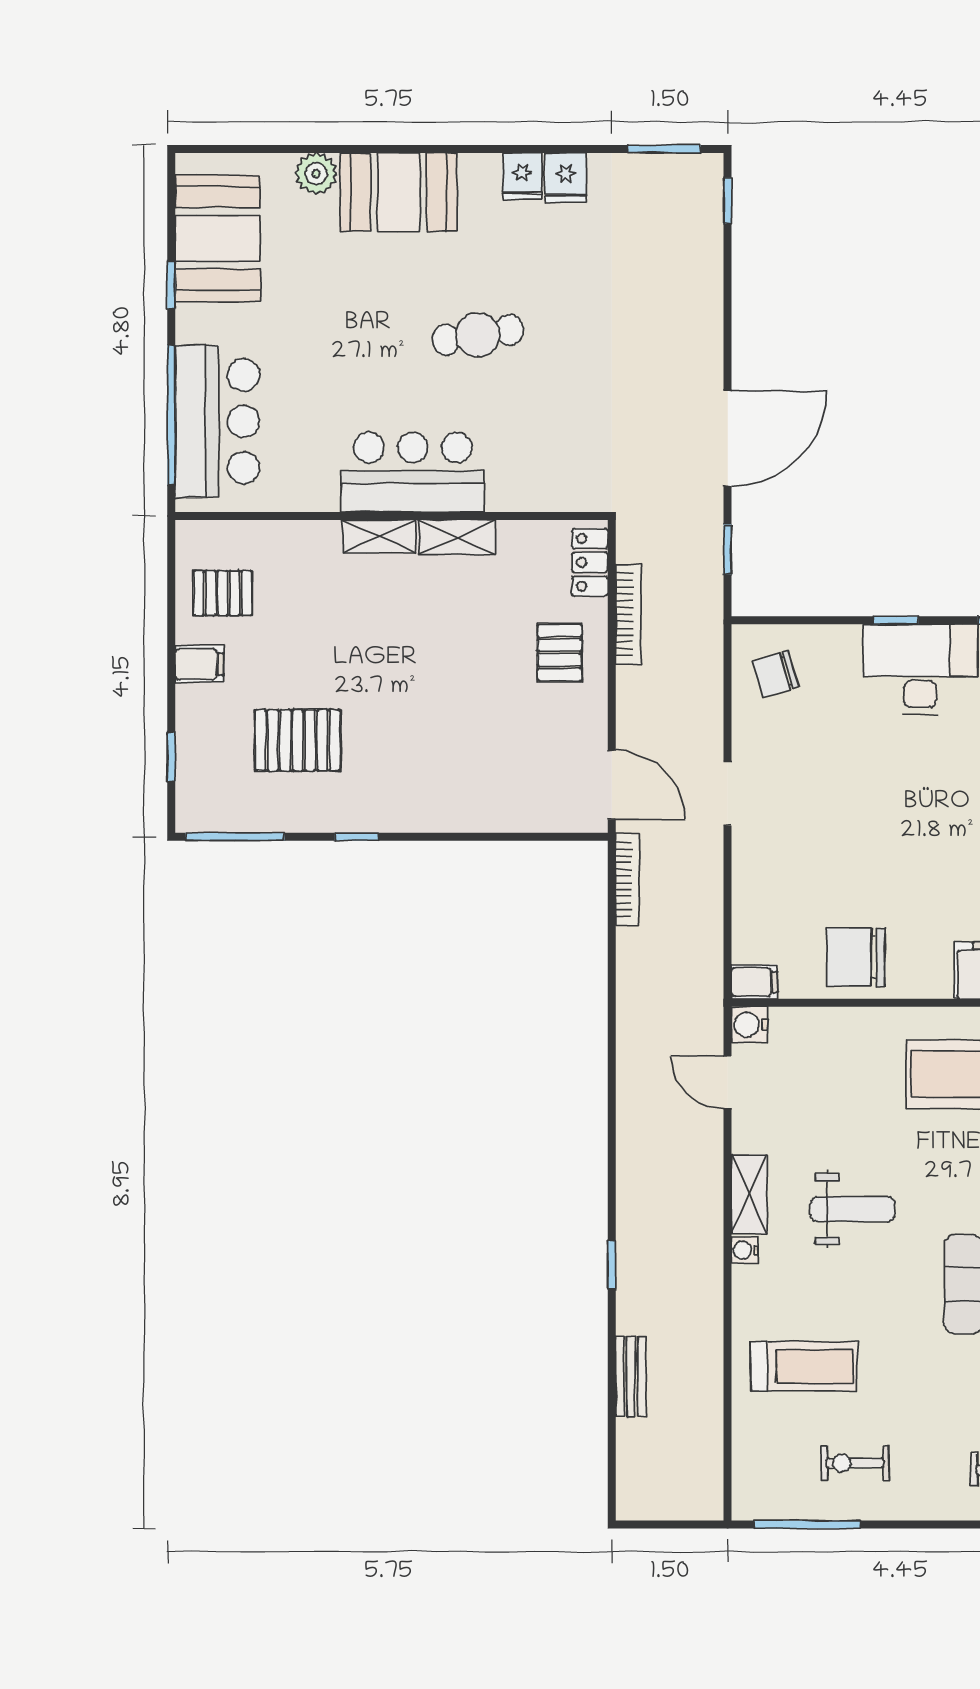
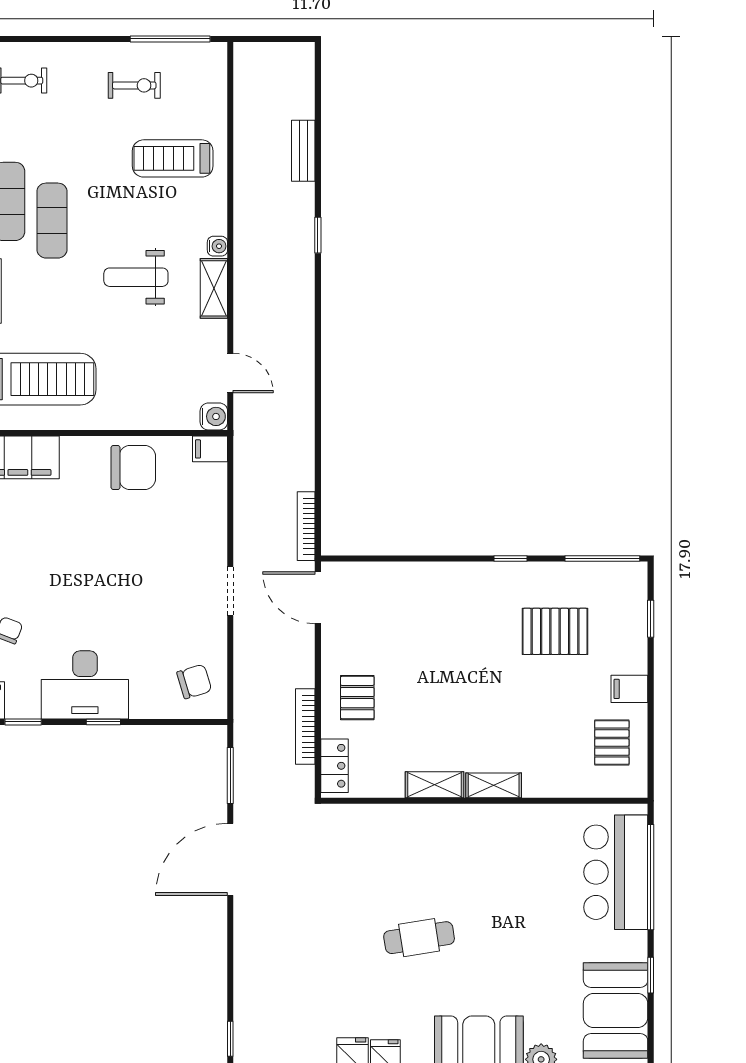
bar counter: (413, 472) -> (468, 834), removed
window: (728, 549) -> (230, 776), width x1.50
pallet: (223, 593) -> (612, 743), turned 90

